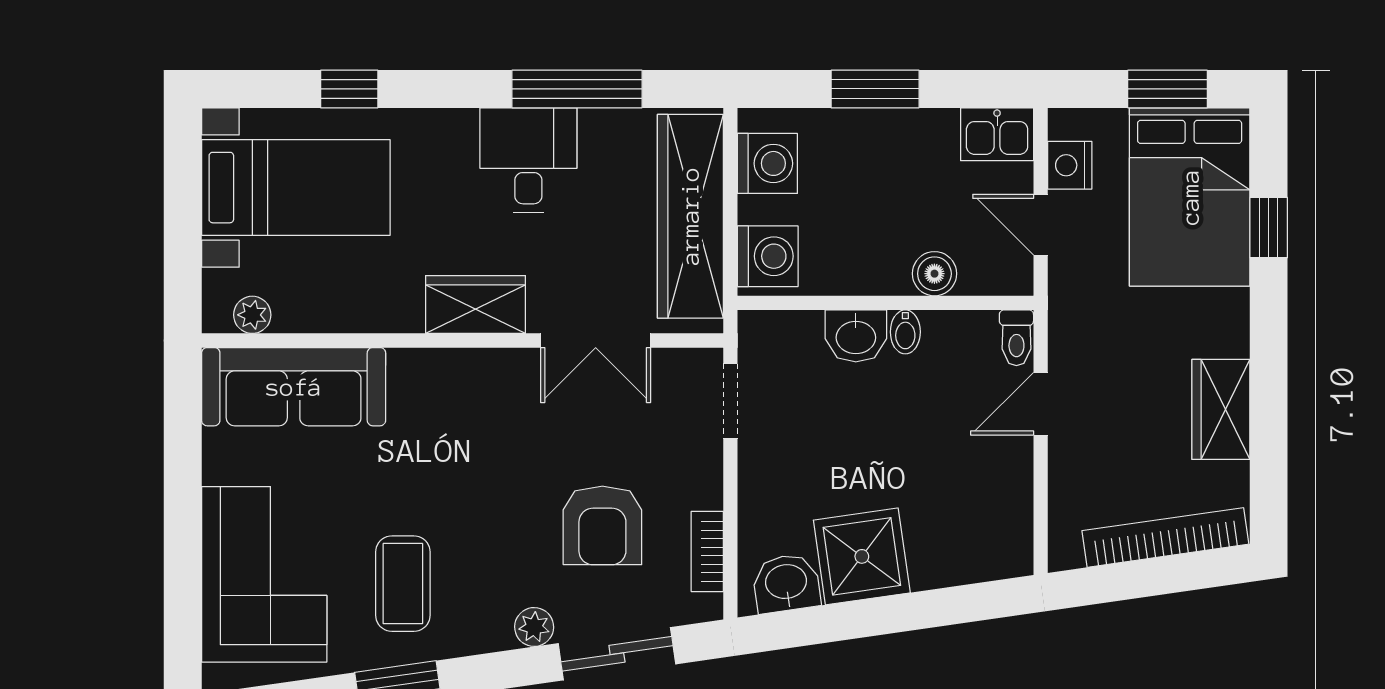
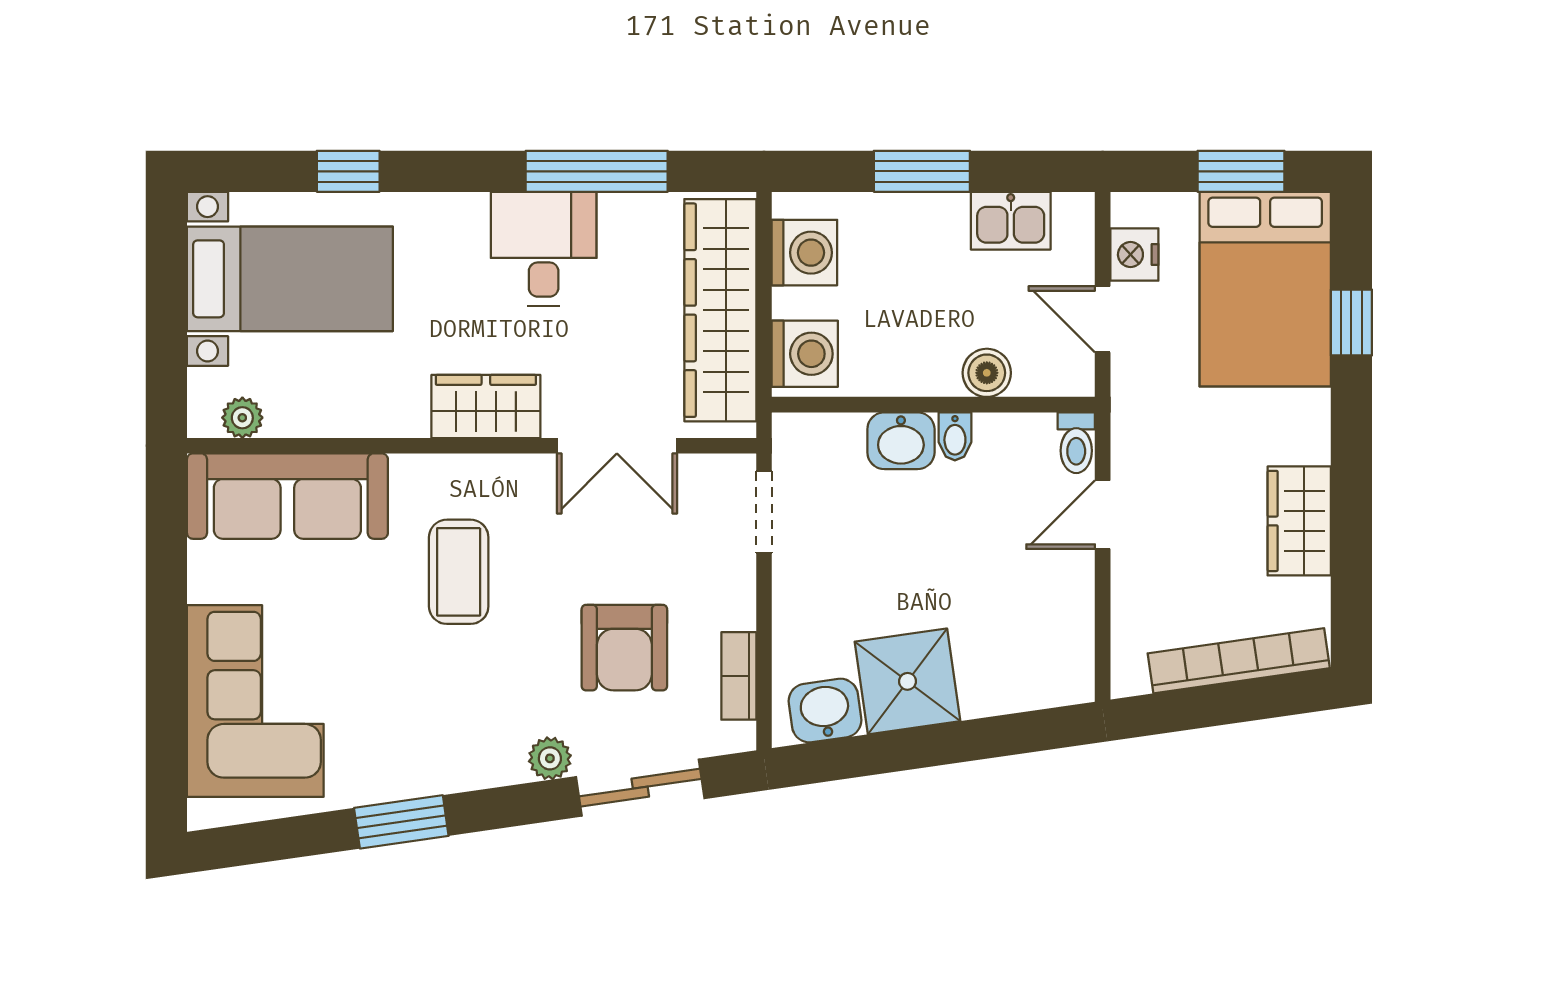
kitchen sink: (997, 134) -> (1011, 221), moved
coffee table: (403, 584) -> (459, 572), moved

